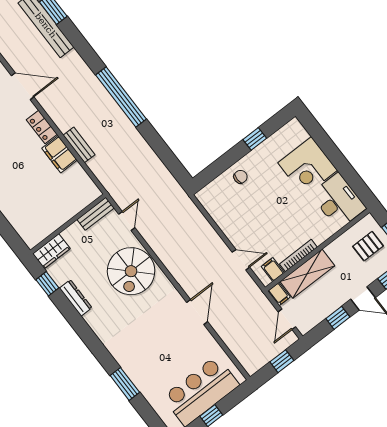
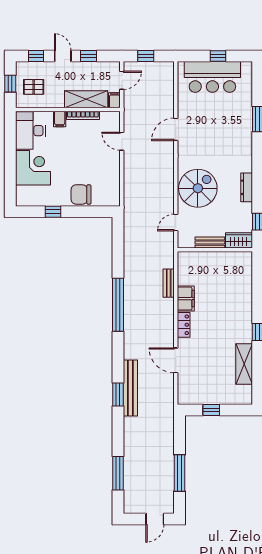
bench: (79, 145) -> (169, 283), moved
chair: (240, 177) -> (81, 194), width x1.87, depth x1.87
bench: (96, 214) -> (210, 243), moved
filing cabinet: (273, 270) -> (60, 119), moved
dresser: (76, 298) -> (247, 187), moved

